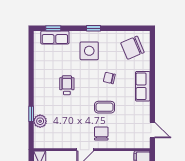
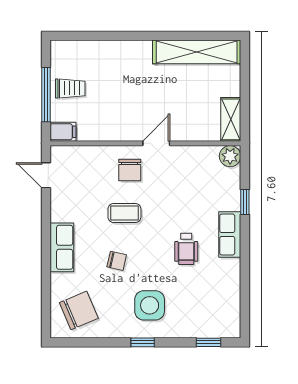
row of seats: (55, 37) -> (230, 235), moved, turned -90
plant: (40, 121) -> (230, 156), moved

